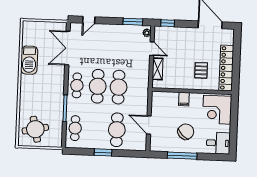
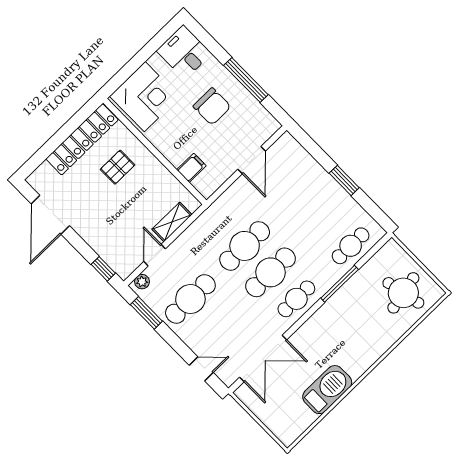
filing cabinet: (184, 99) -> (191, 168), moved
cafe table: (117, 130) -> (190, 299), moved
chair: (186, 132) -> (212, 106), turned -134

